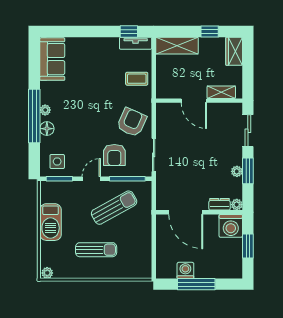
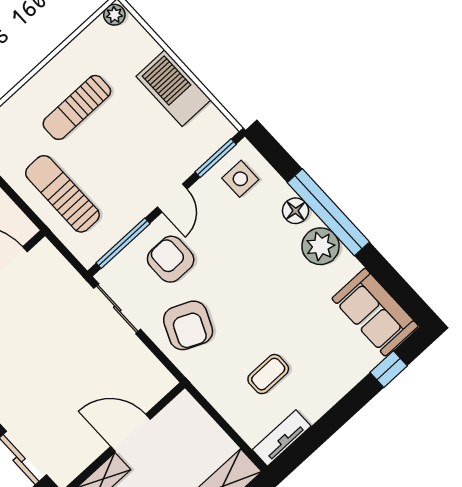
window: (129, 32) -> (389, 369), moved
coffee table: (137, 79) -> (268, 374), moved
plant: (45, 110) -> (321, 246), width x1.88, depth x1.88
sun lounger: (114, 208) -> (62, 194), moved, turned 119

